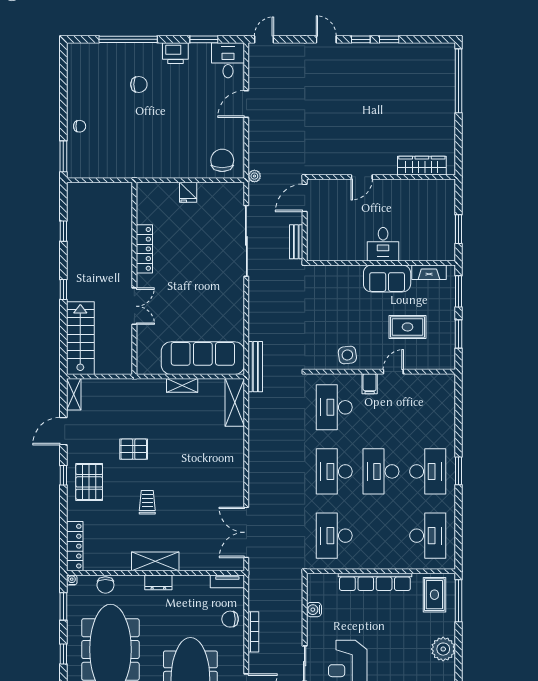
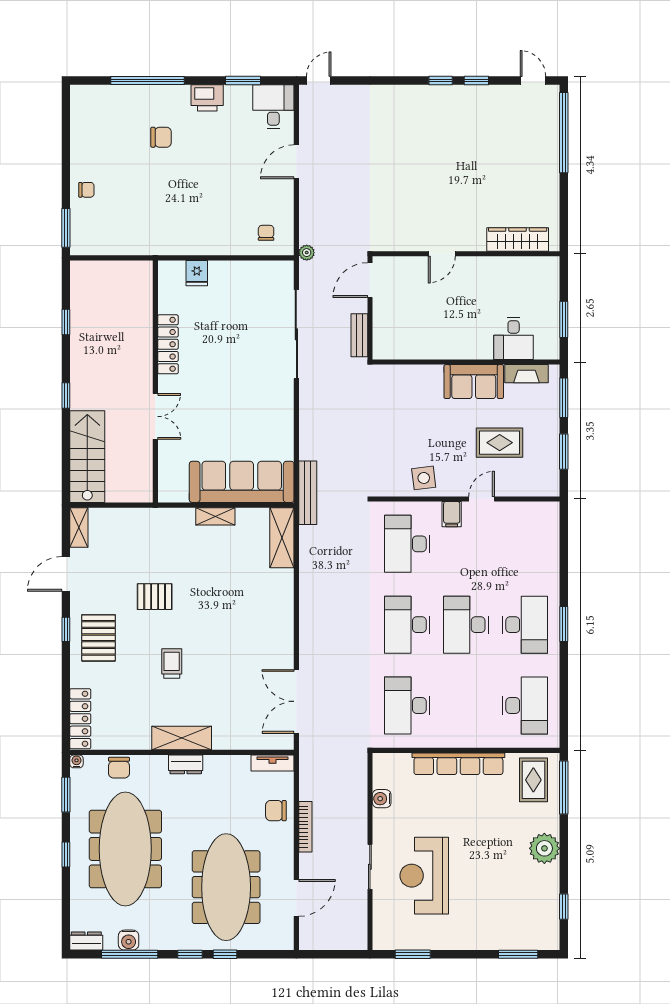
door: (326, 39) -> (533, 80), moved
chair: (222, 160) -> (266, 233), width x0.54, depth x0.54
fridge: (188, 192) -> (197, 273), moved
desk: (383, 244) -> (514, 338), moved

